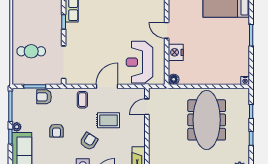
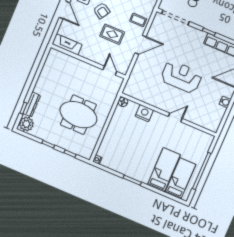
door: (167, 30) -> (175, 117), moved
reception desk: (139, 62) -> (181, 77), moved
door: (107, 86) -> (140, 45), hinge flipped
rug: (108, 120) -> (112, 34), turned 90
meeting table: (207, 120) -> (78, 115), width x0.73

